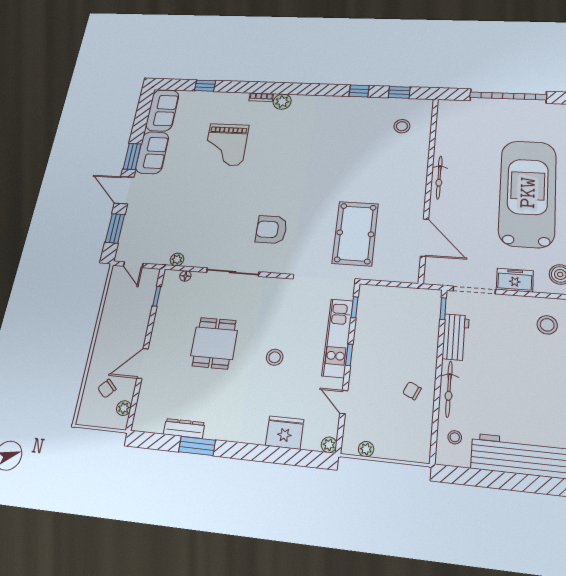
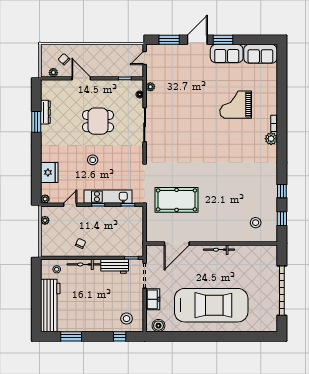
window: (205, 86) -> (282, 81), removed
armchair: (271, 230) -> (175, 145), removed

